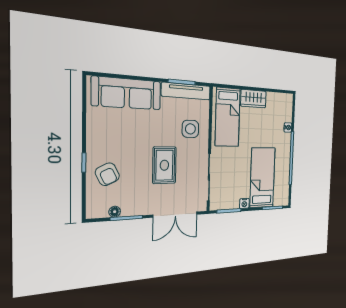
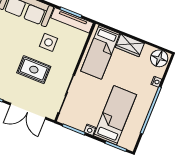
floor lamp: (283, 102) -> (159, 58), added
side table: (190, 129) -> (48, 42), moved
rug: (164, 165) -> (34, 70), turned 90

